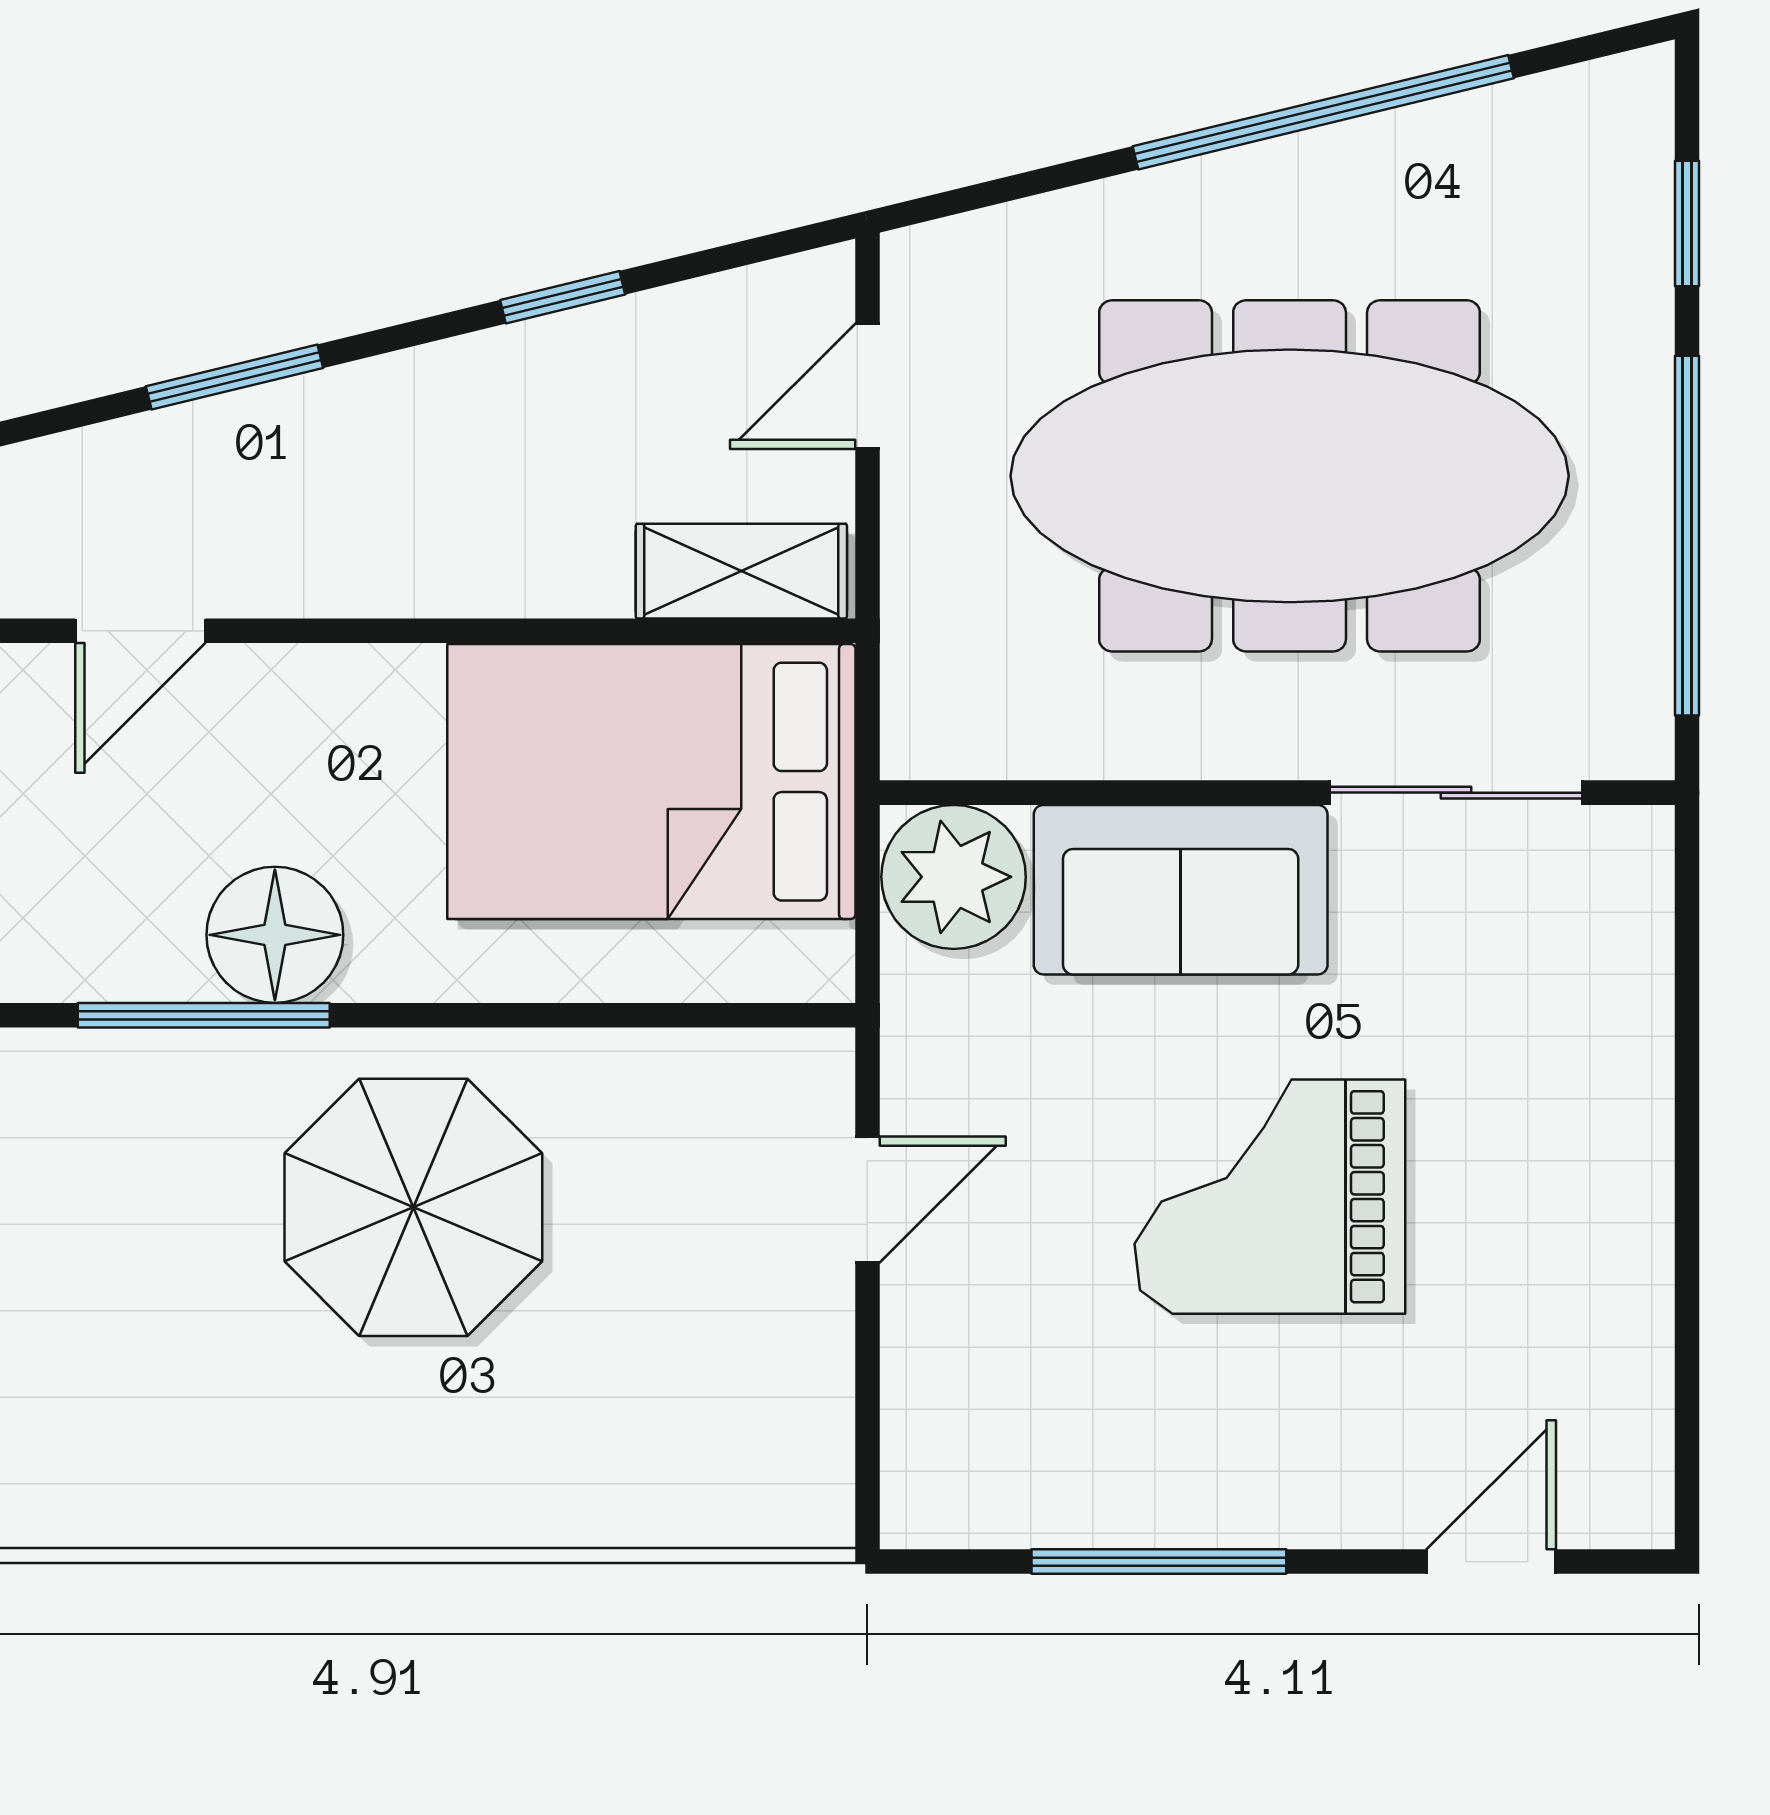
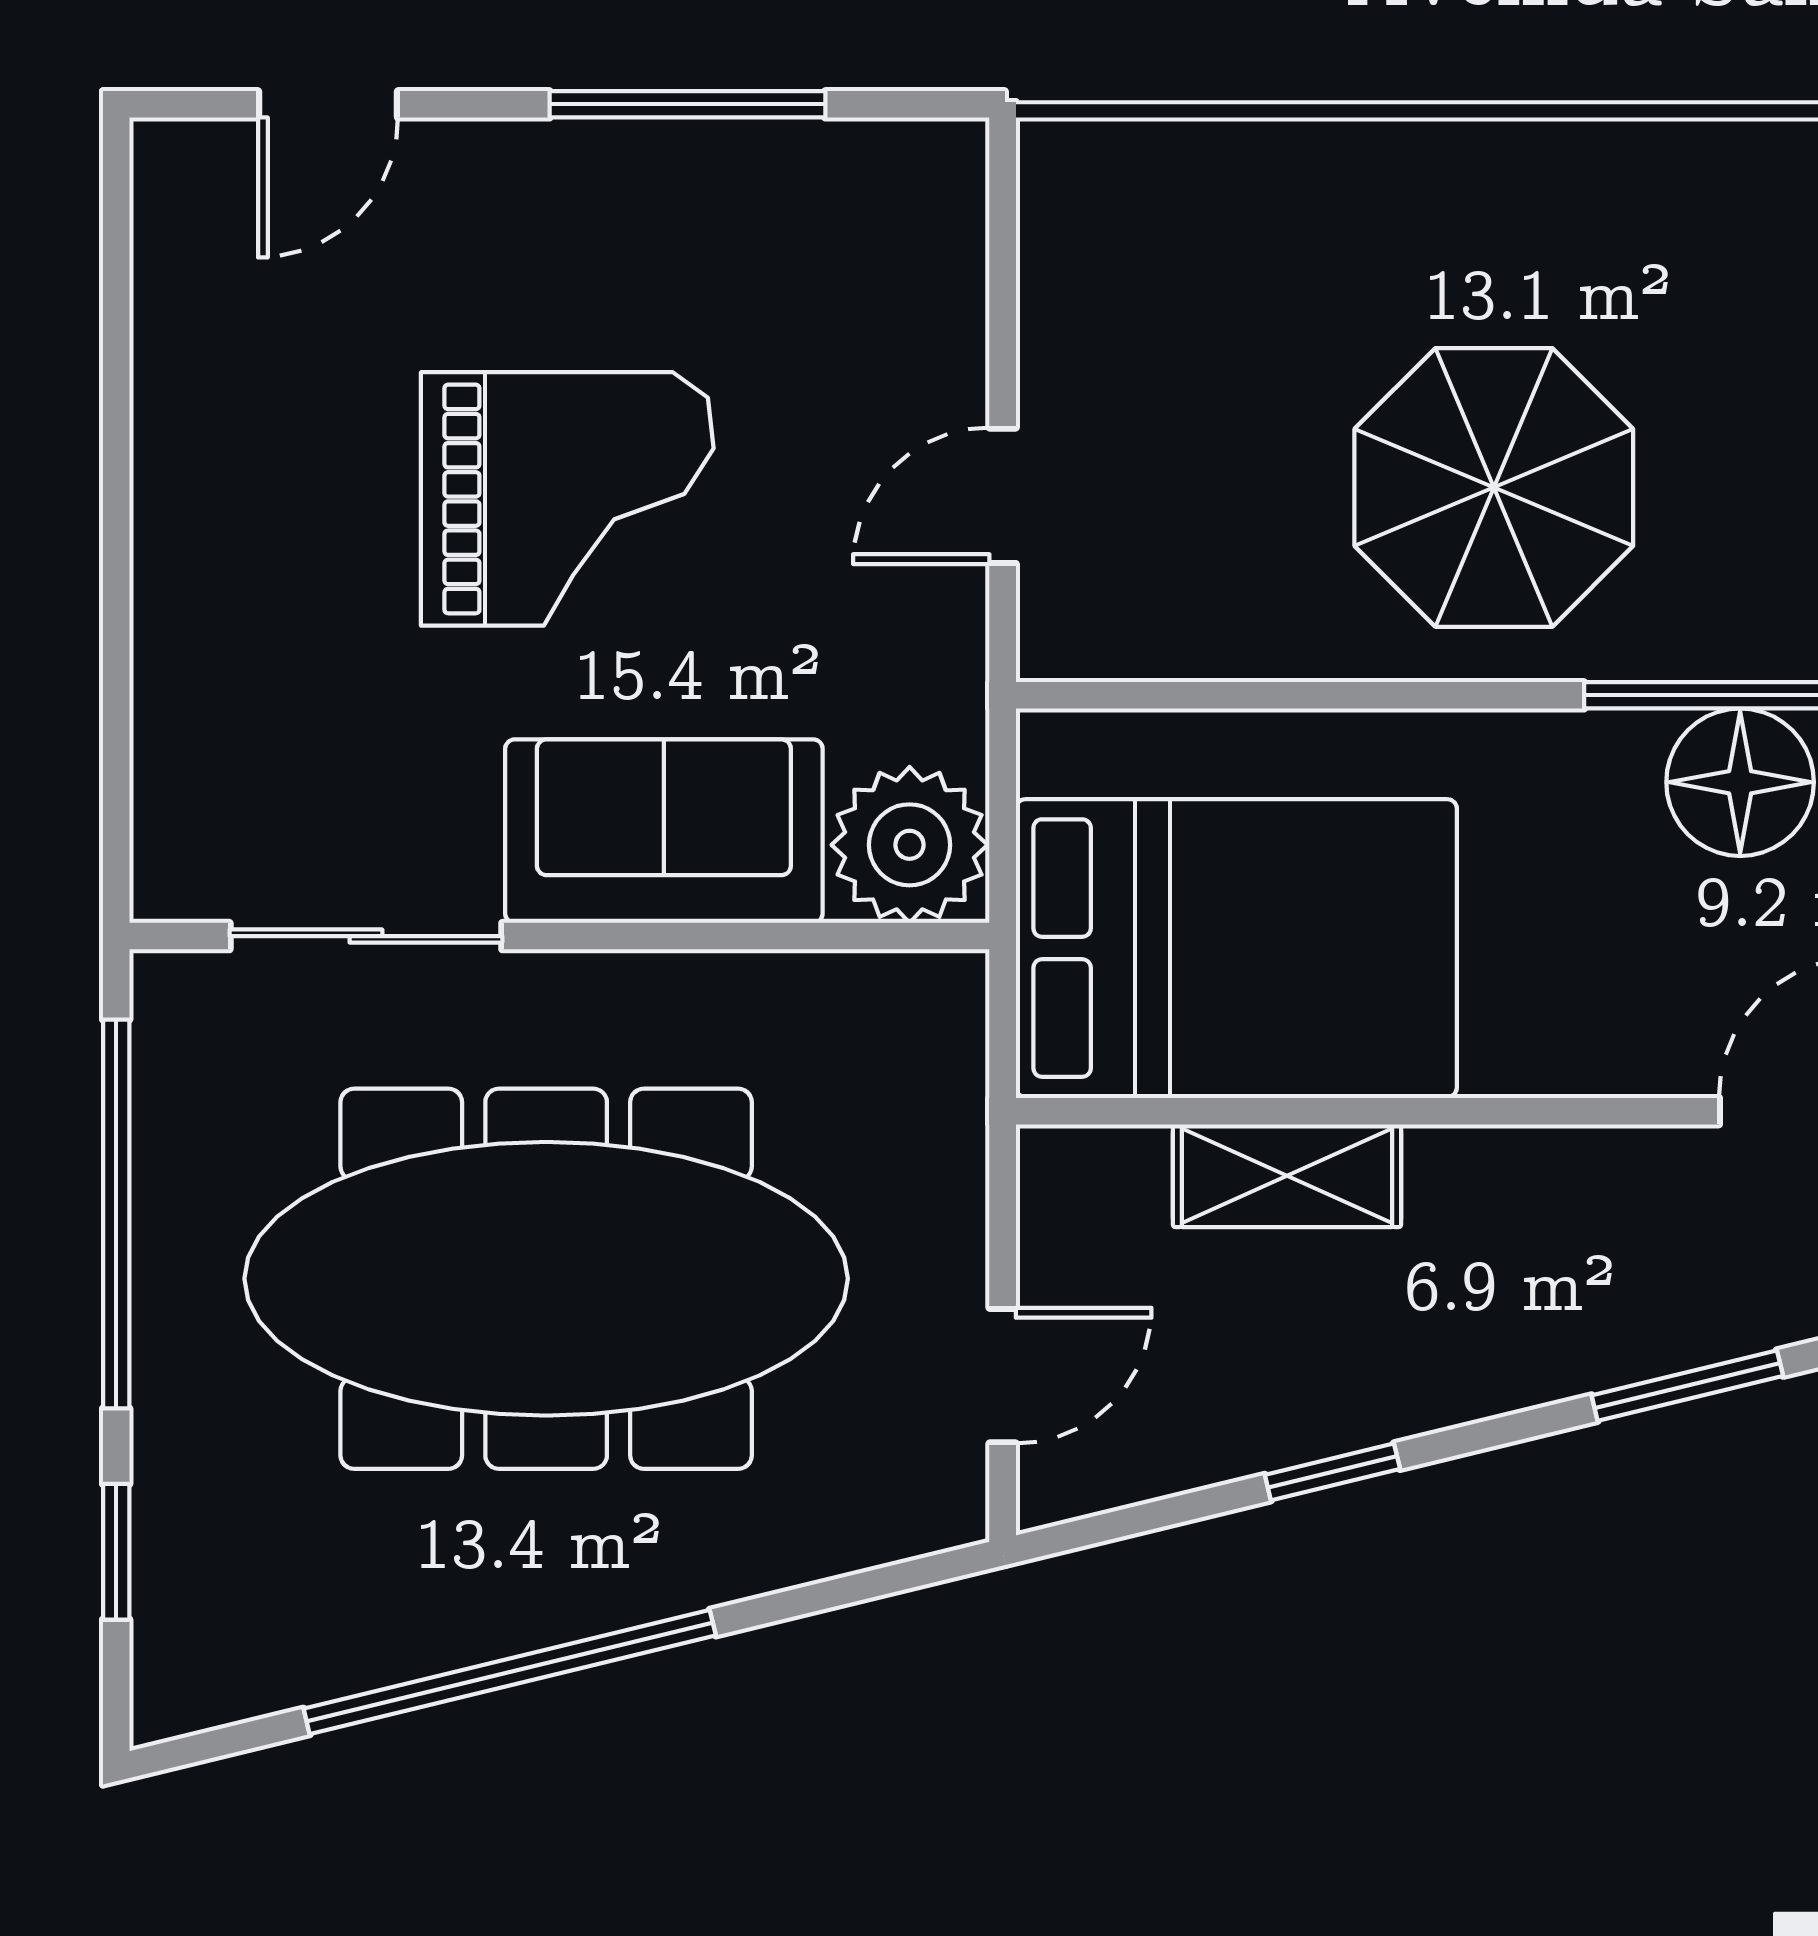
shelving: (741, 571) -> (1287, 1176), moved
floor lamp: (275, 935) -> (1740, 782), moved

